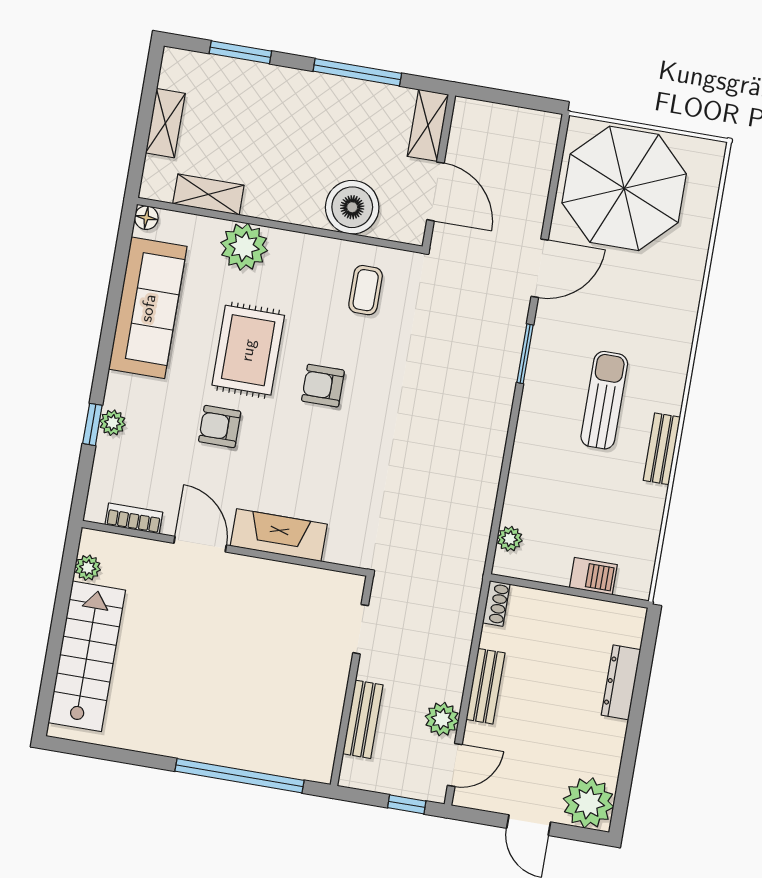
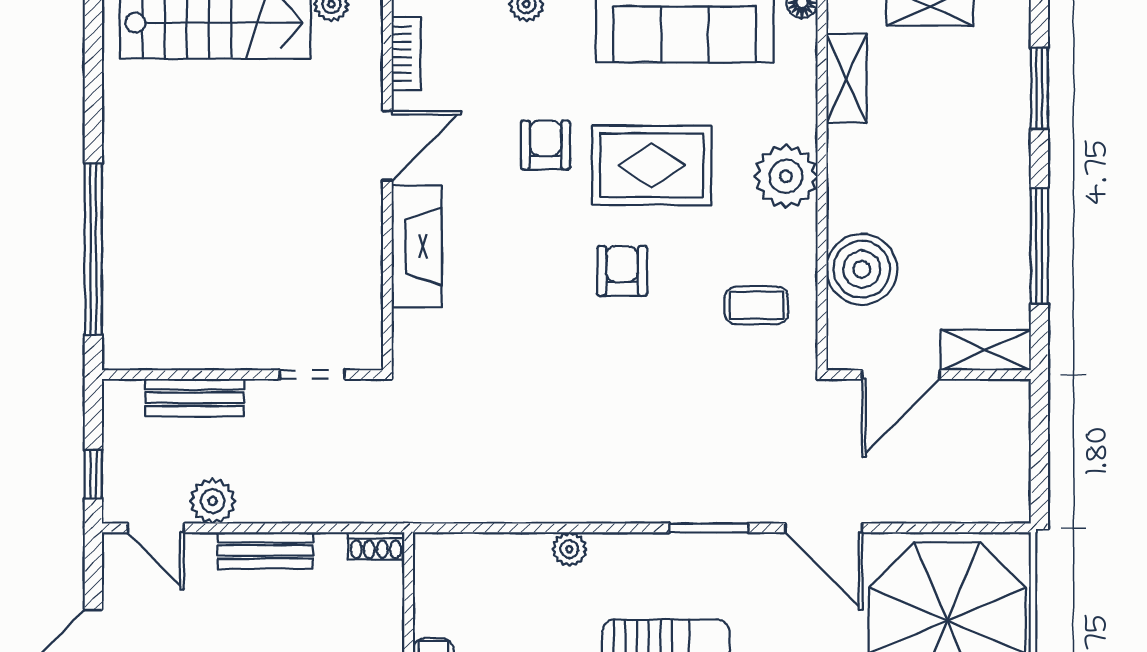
plant: (244, 247) -> (786, 176), moved
plant: (510, 539) -> (569, 549), moved

